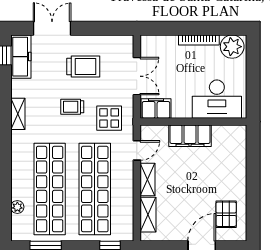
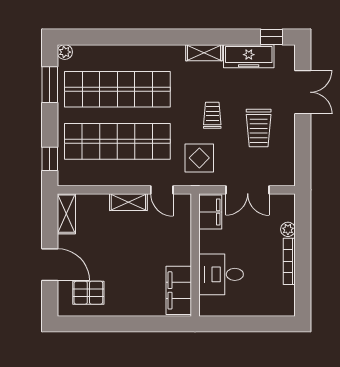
plant: (232, 47) -> (288, 229), moved, width x0.53, depth x0.53
freezer: (21, 57) -> (249, 56), moved
desk: (217, 99) -> (221, 274), width x0.73
filing cabinet: (190, 136) -> (179, 290), moved
plant: (17, 207) -> (65, 52), moved
shelving: (148, 215) -> (66, 214), moved, turned 90

